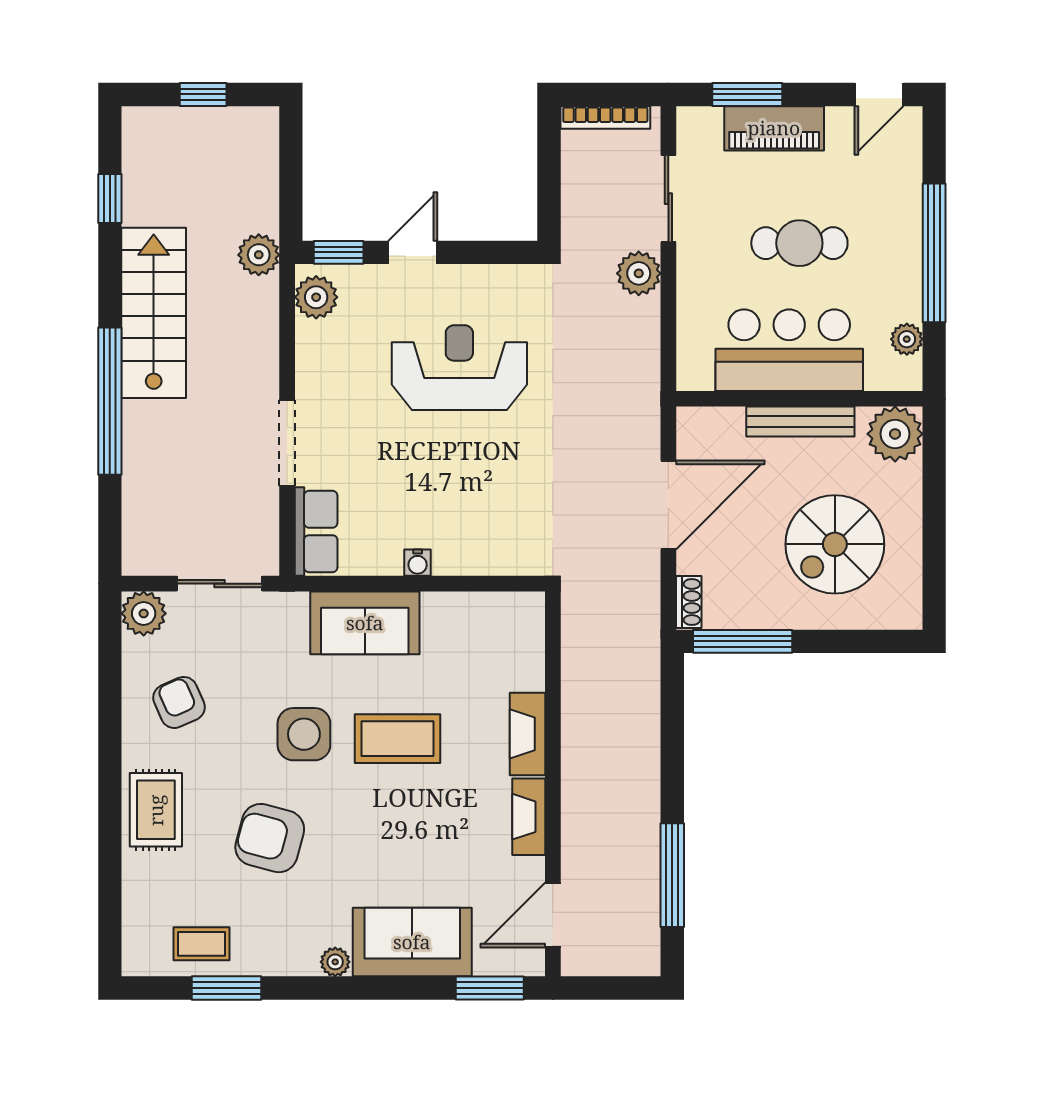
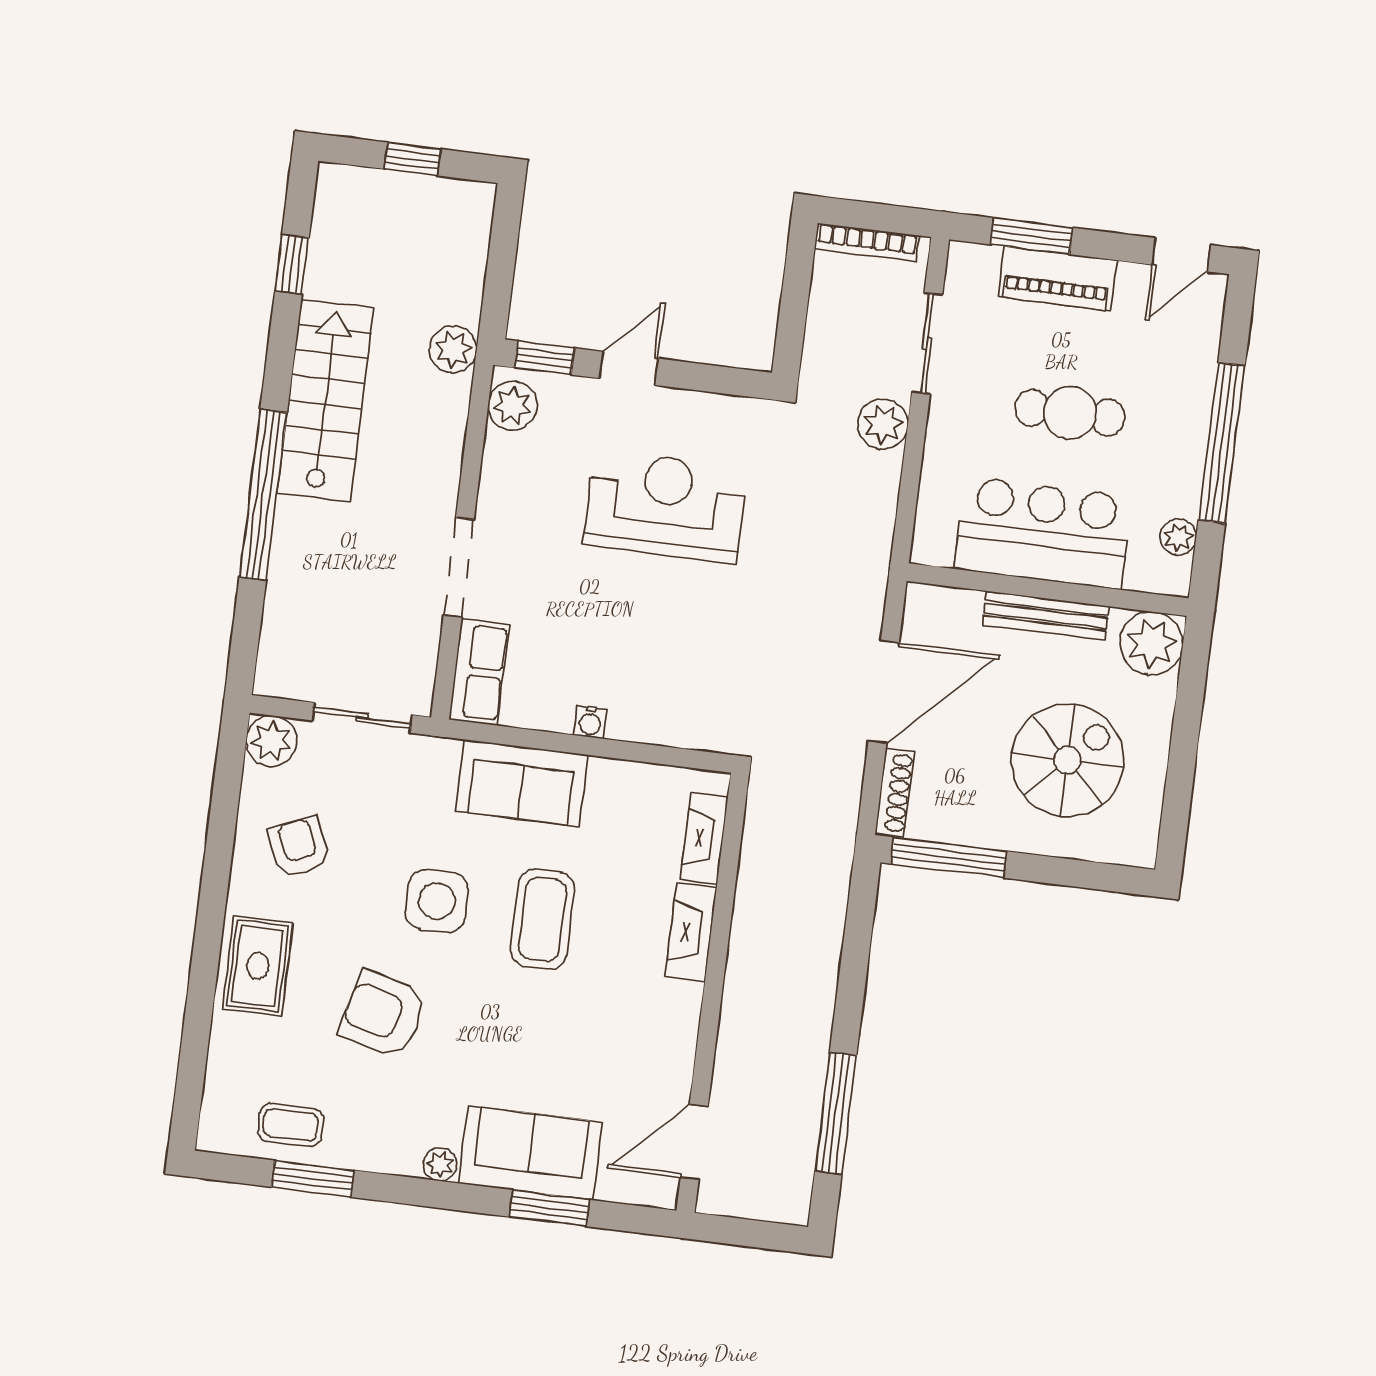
spiral stairs: (835, 544) -> (1067, 760), turned 180
shoe rack: (689, 602) -> (895, 792), width x1.43
coffee table: (398, 739) -> (543, 919), turned 90
fireplace: (529, 817) -> (704, 838), moved
window: (490, 988) -> (549, 1208), moved

